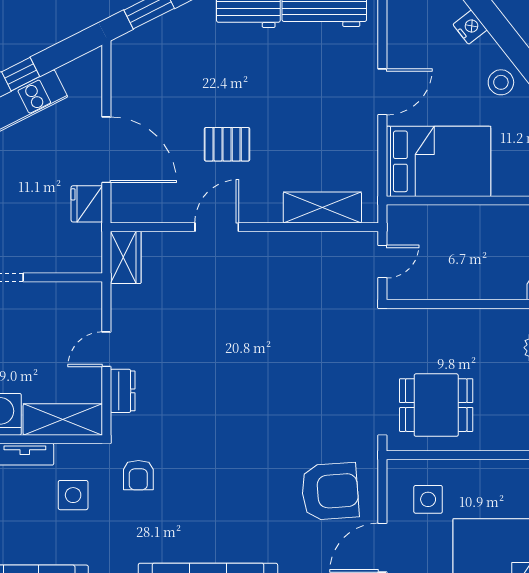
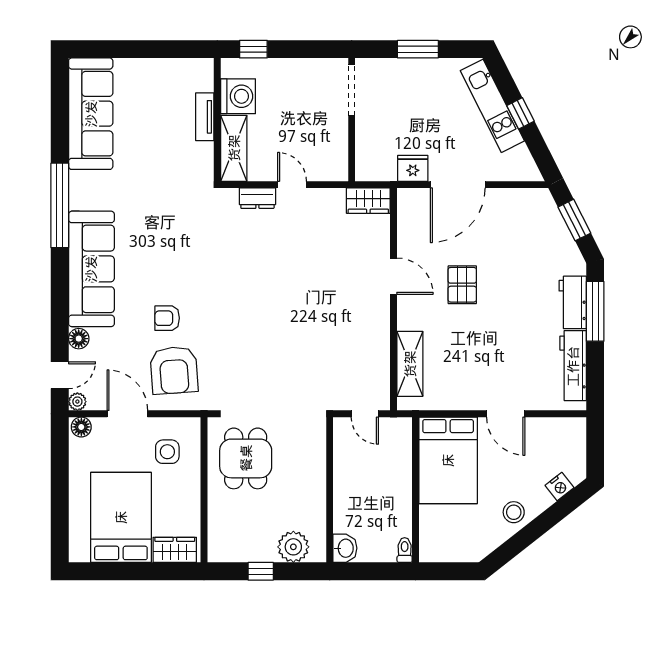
armchair: (138, 475) -> (167, 318), moved
side table: (73, 495) -> (171, 157), removed

